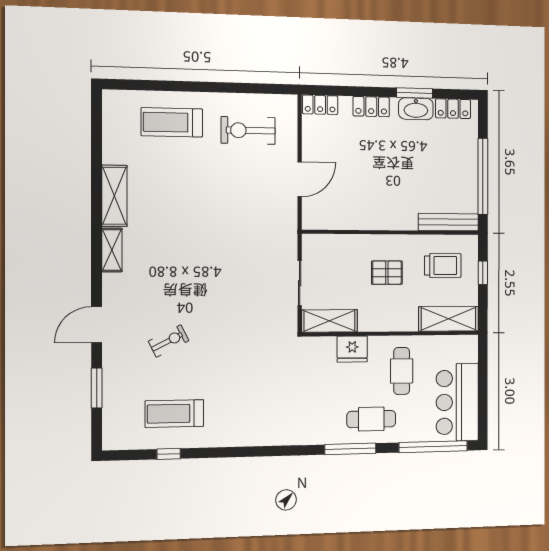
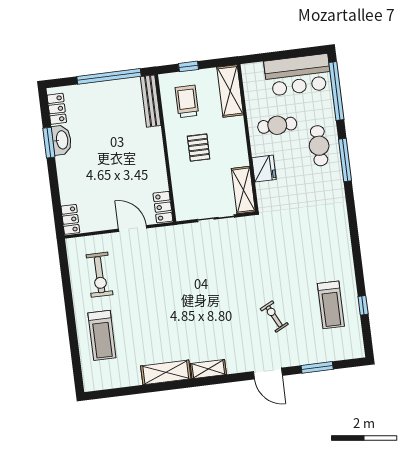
locker: (371, 107) -> (163, 207), moved, turned 180

